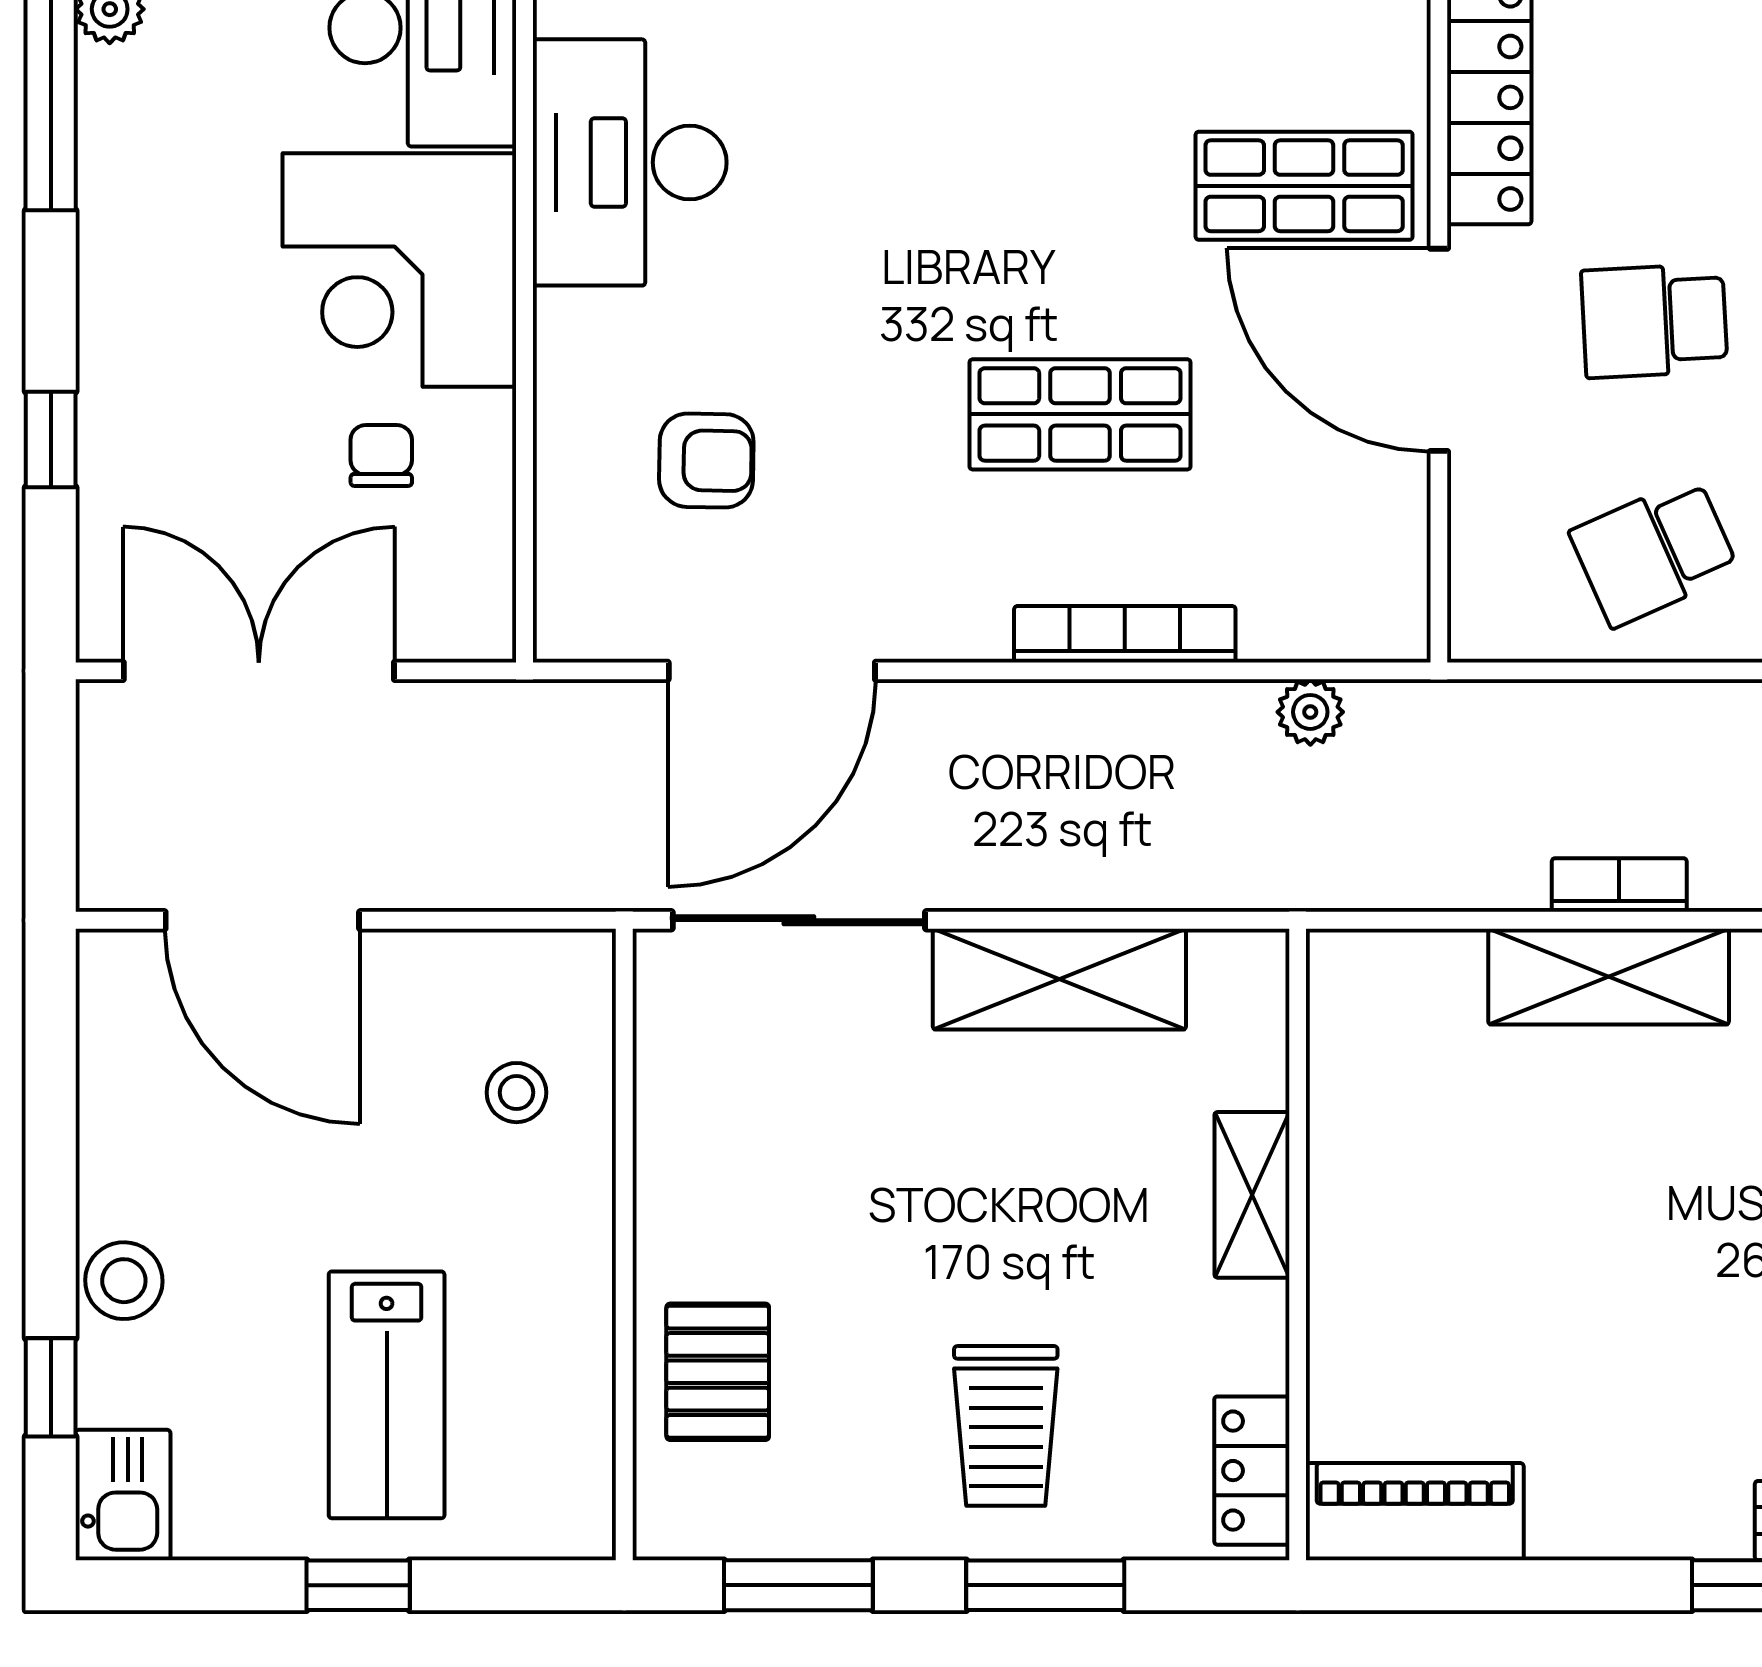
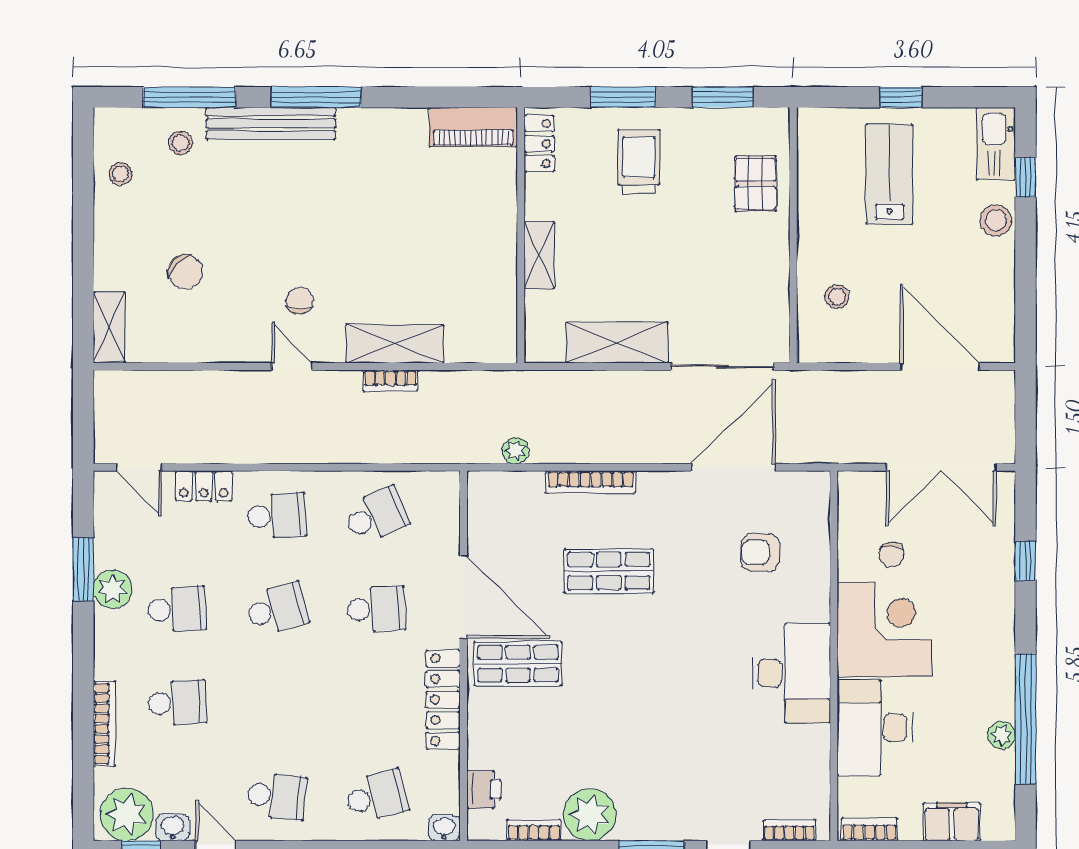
kitchen sink: (123, 1495) -> (996, 144), width x1.38

